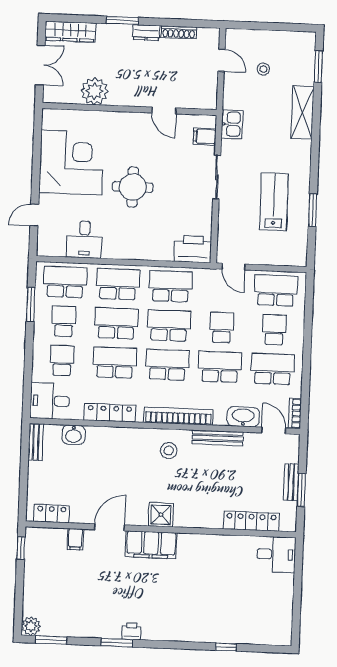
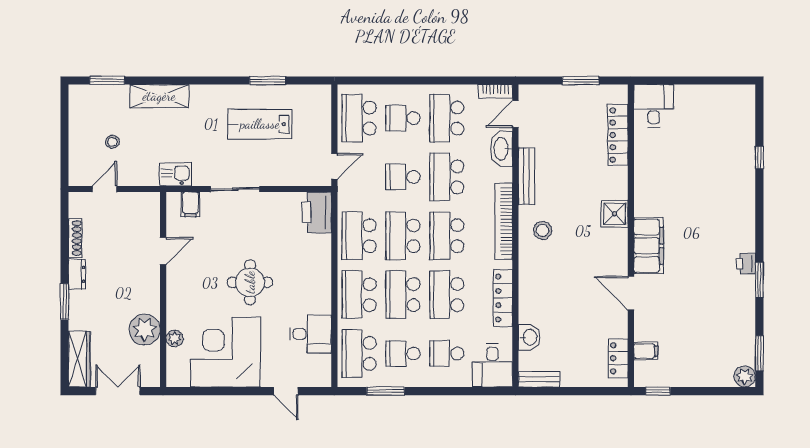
plant: (85, 118) -> (175, 338), added
bench: (291, 482) -> (572, 92), removed
shower: (161, 515) -> (615, 214), moved
filing cabinet: (75, 539) -> (646, 351), moved

